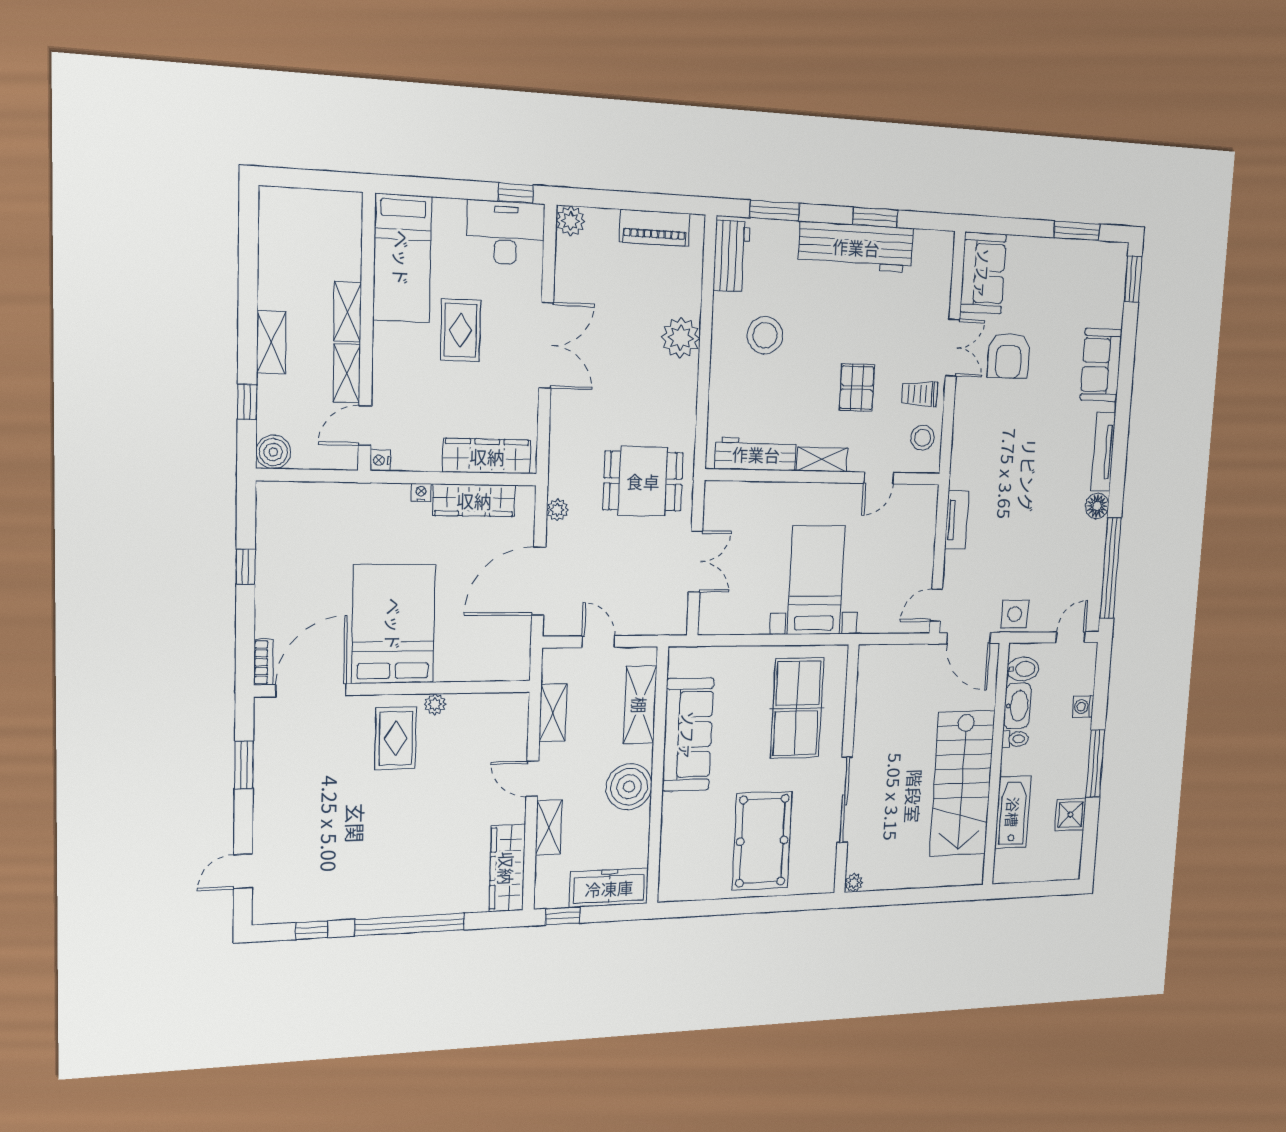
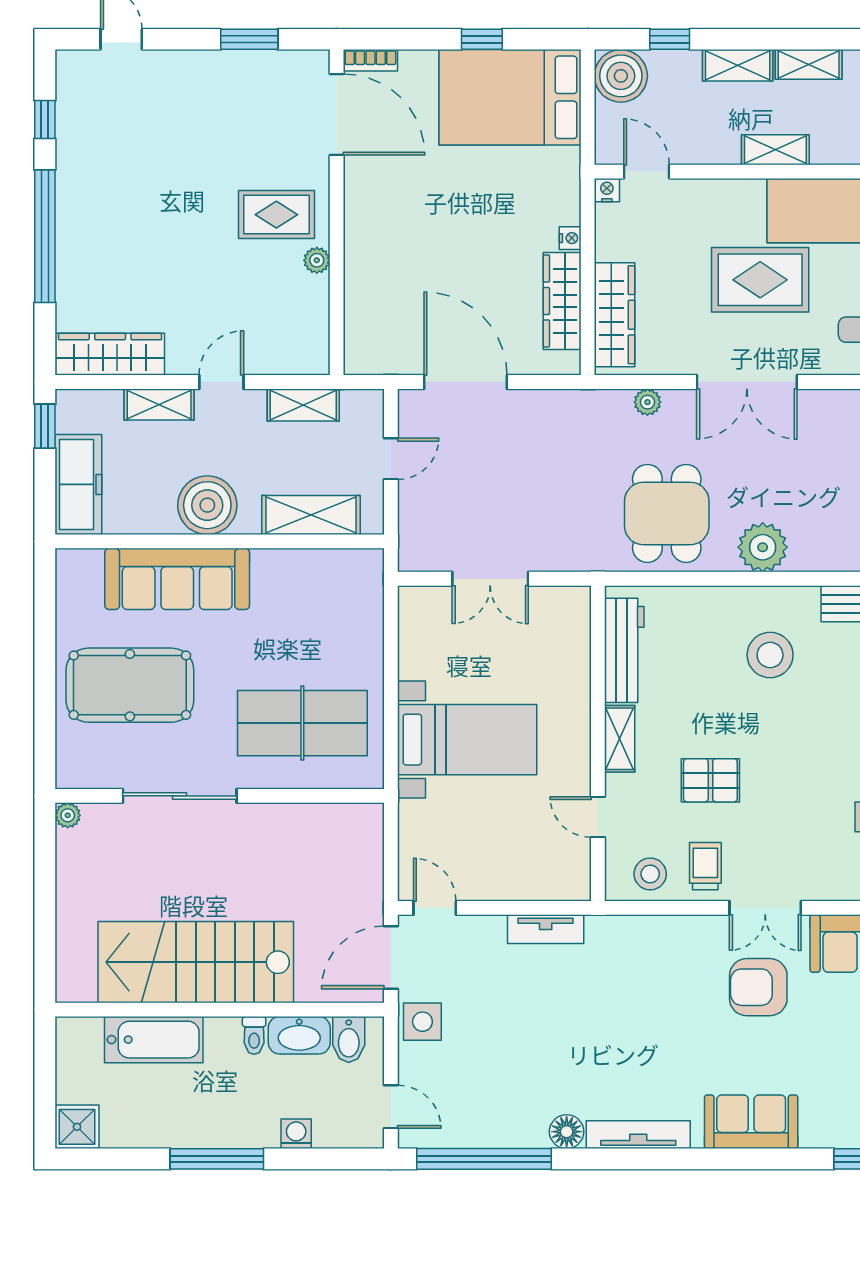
rug: (461, 330) -> (760, 280), width x1.36, depth x1.43
shelving: (347, 373) -> (809, 64), moved
boiler: (273, 452) -> (621, 76), width x1.37, depth x1.37
dining table: (643, 481) -> (667, 513), moved
plant: (557, 510) -> (647, 402), moved
bed: (394, 624) -> (510, 97), moved, turned 180
sofa: (688, 735) -> (177, 579), moved
shower: (1070, 815) -> (77, 1127), moved

